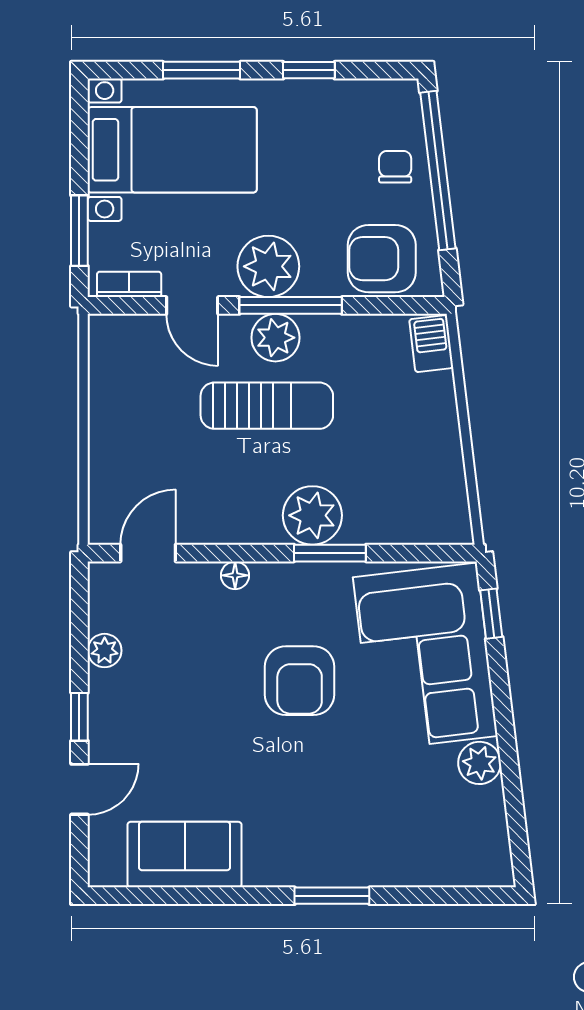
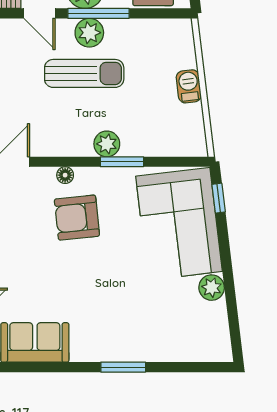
barbecue: (431, 344) -> (189, 86), moved
plant: (312, 515) -> (107, 144), width x0.73, depth x0.73
armchair: (300, 681) -> (77, 218), moved, turned 84

